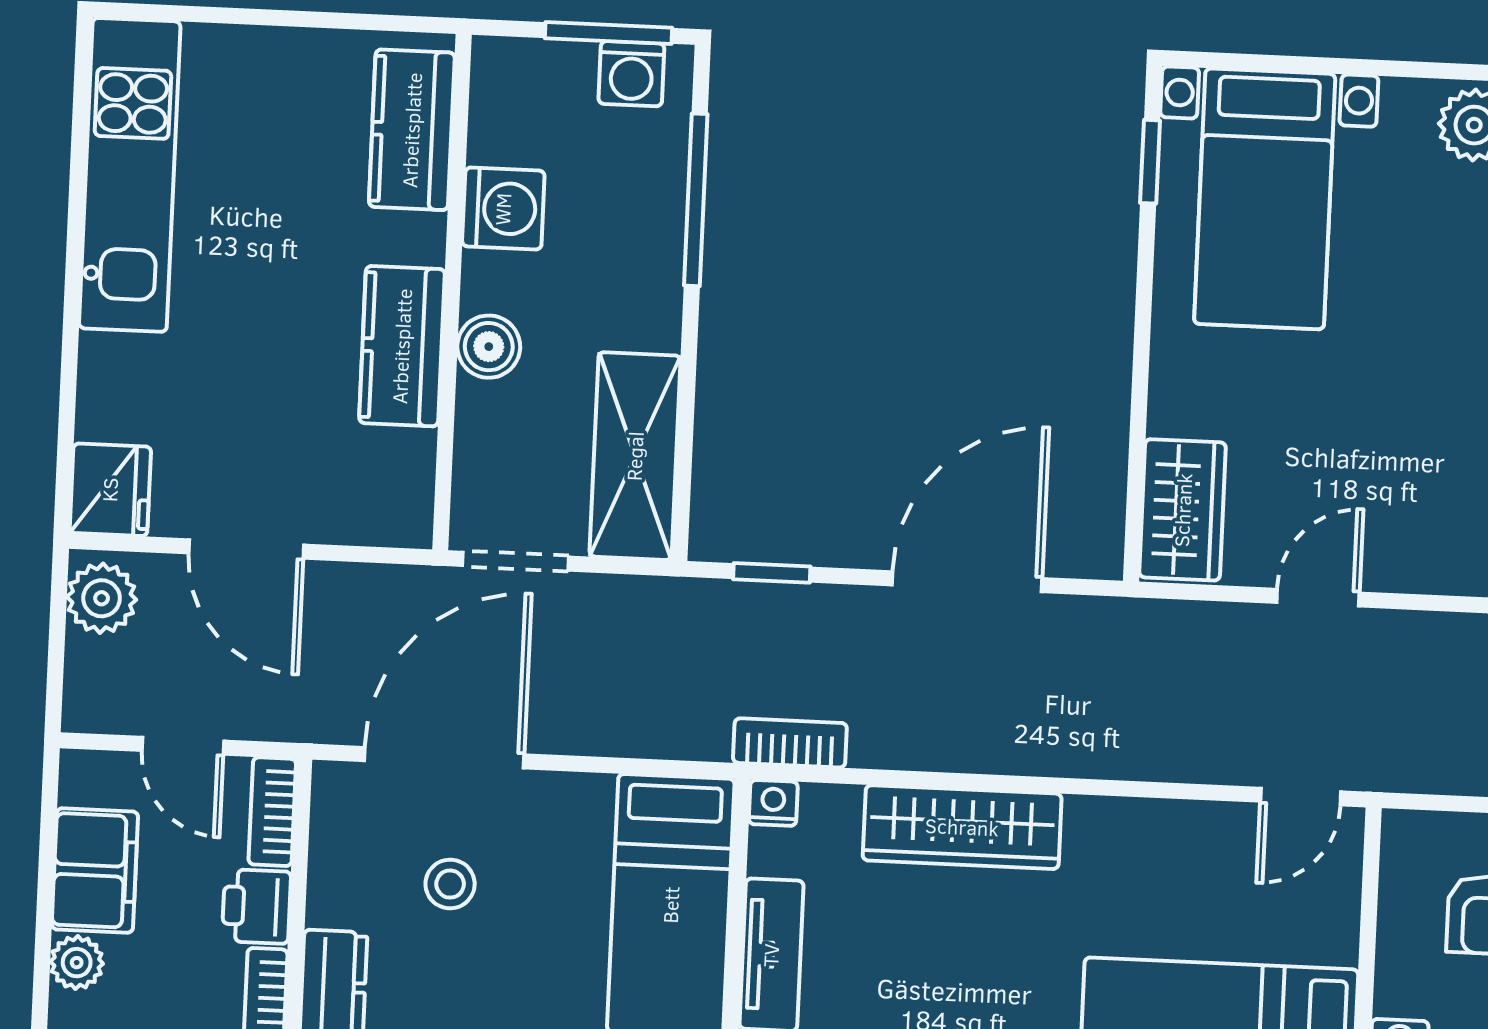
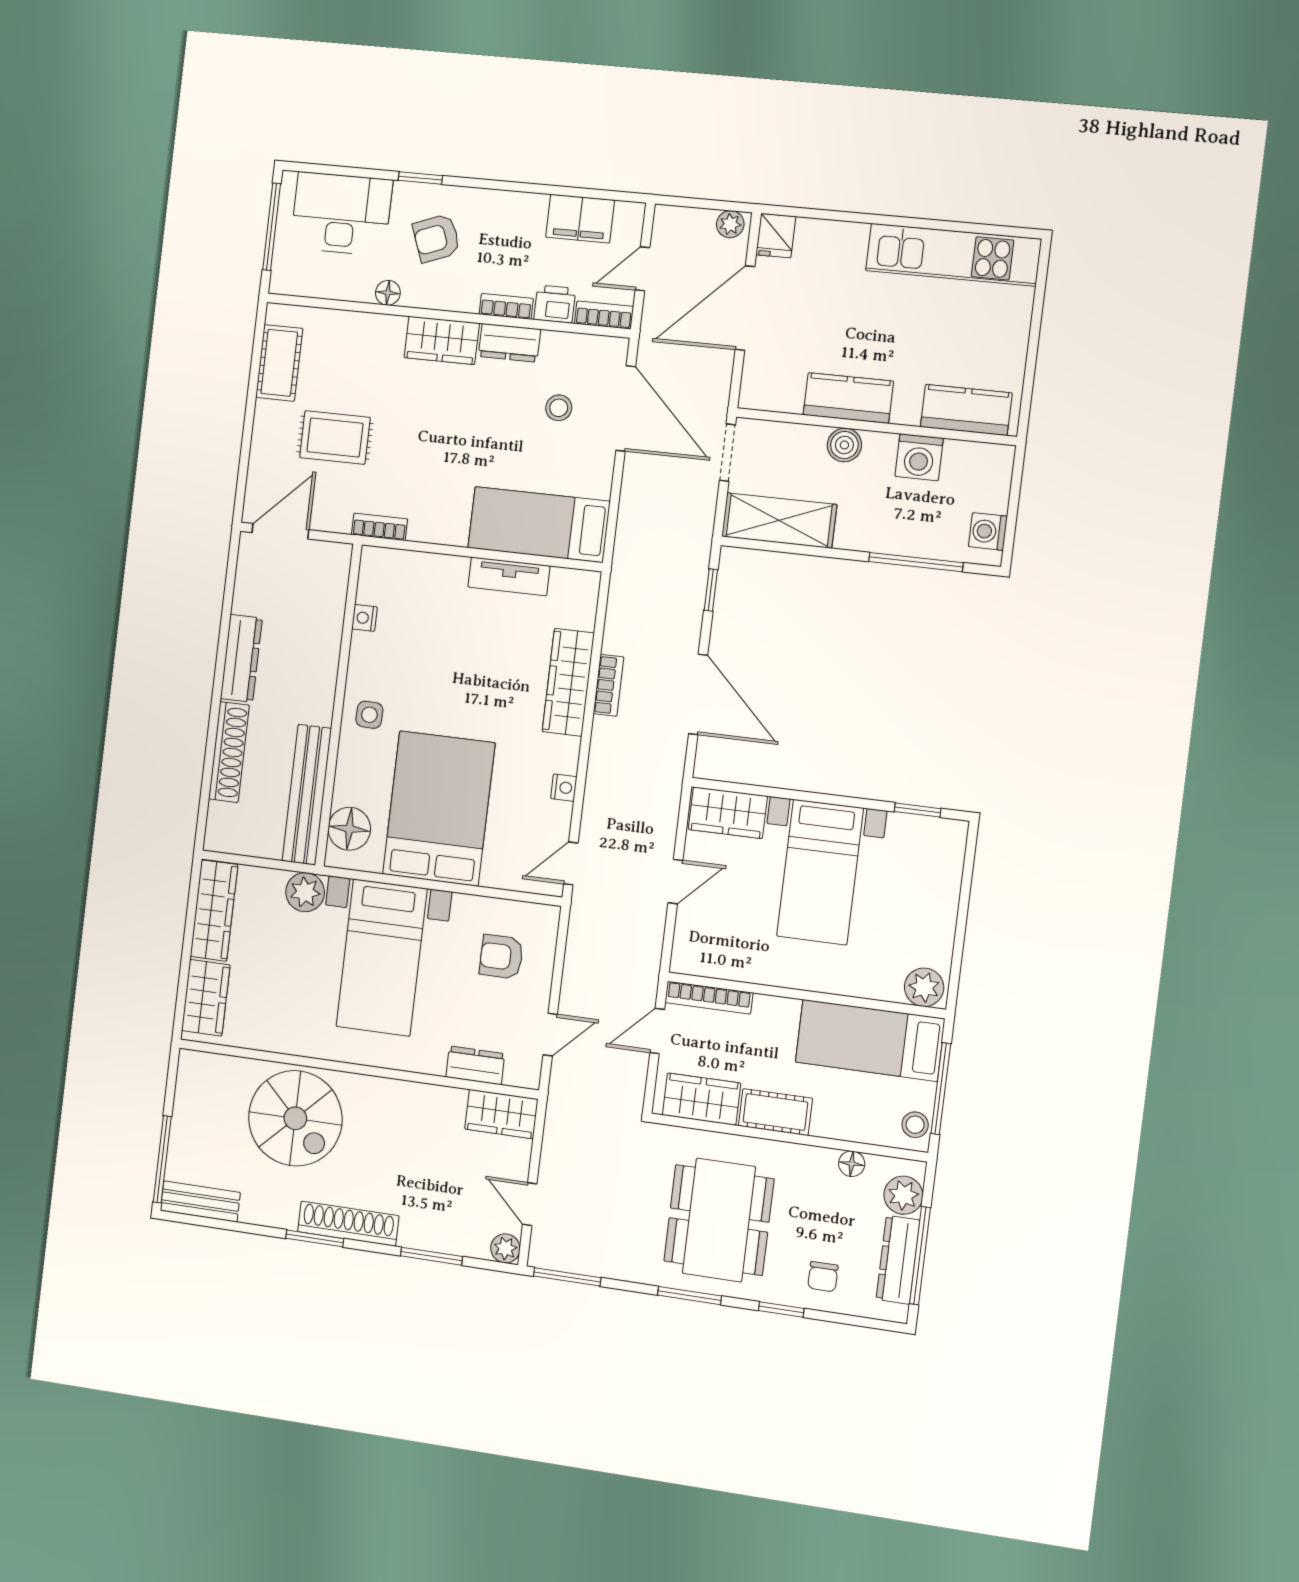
window: (609, 33) -> (1011, 520), removed
bed with nightstands: (1265, 199) -> (820, 872), moved, turned -90
fridge: (110, 490) -> (776, 236), width x0.72
door: (246, 549) -> (745, 308), width x1.36
plant: (102, 598) -> (730, 224), width x0.73, depth x0.73
door: (1318, 598) -> (675, 882), hinge flipped
bookcase: (790, 743) -> (609, 685), moved
door: (1301, 797) -> (571, 863), hinge flipped
nightstand: (773, 803) -> (564, 788), moved
plant: (77, 963) -> (532, 207), removed

